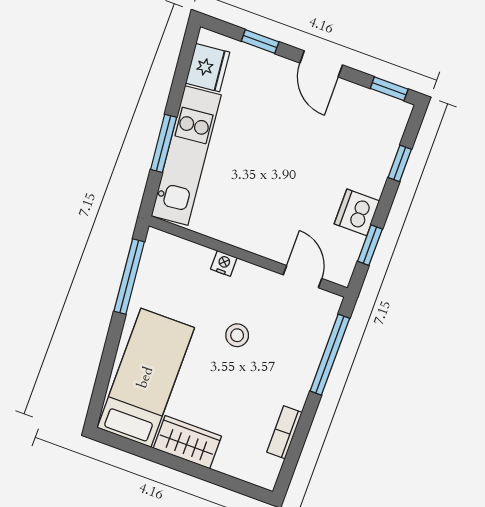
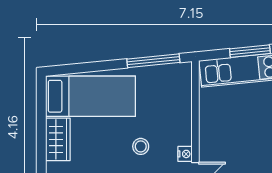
nightstand: (224, 263) -> (185, 154), moved

